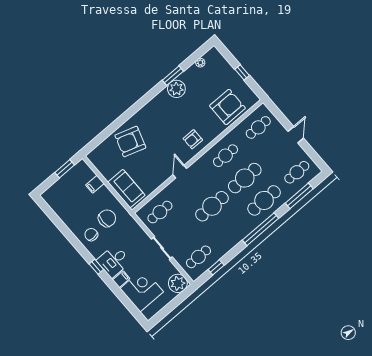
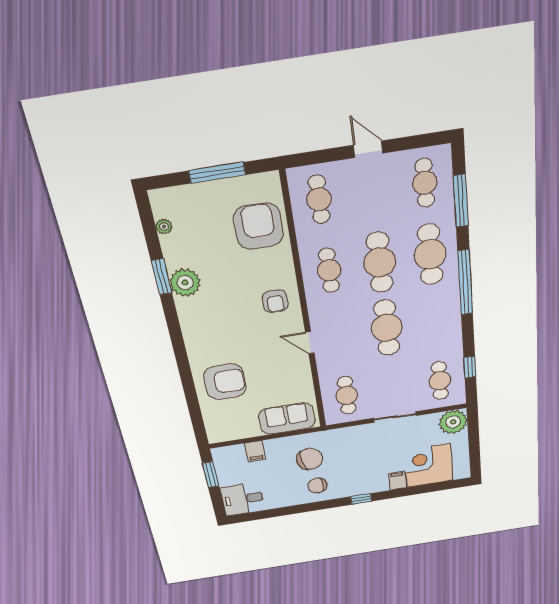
window: (242, 72) -> (217, 173), width x2.17
armchair: (130, 141) -> (225, 382), turned -108
chair: (107, 218) -> (310, 459), turned 79
desk: (114, 261) -> (243, 499), moved, turned 90

